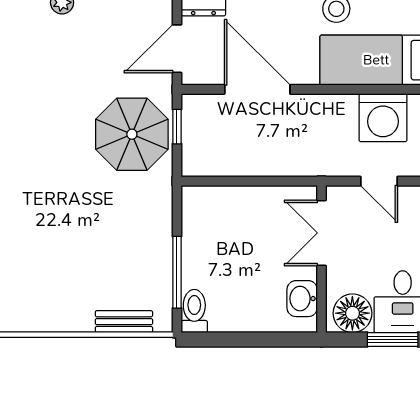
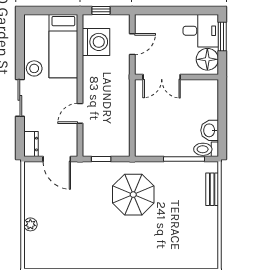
door: (257, 89) -> (80, 113), width x0.53
parasol: (132, 134) -> (133, 195), moved
washbasin: (302, 299) -> (210, 130), moved, turned 90

